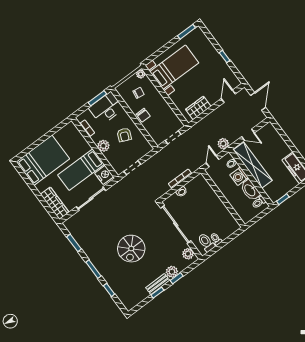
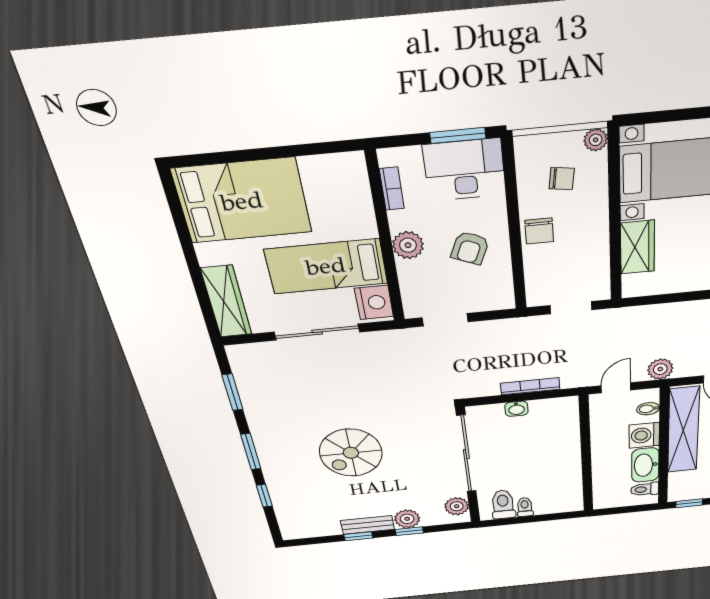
wardrobe: (198, 108) -> (638, 247), moved, turned 90

